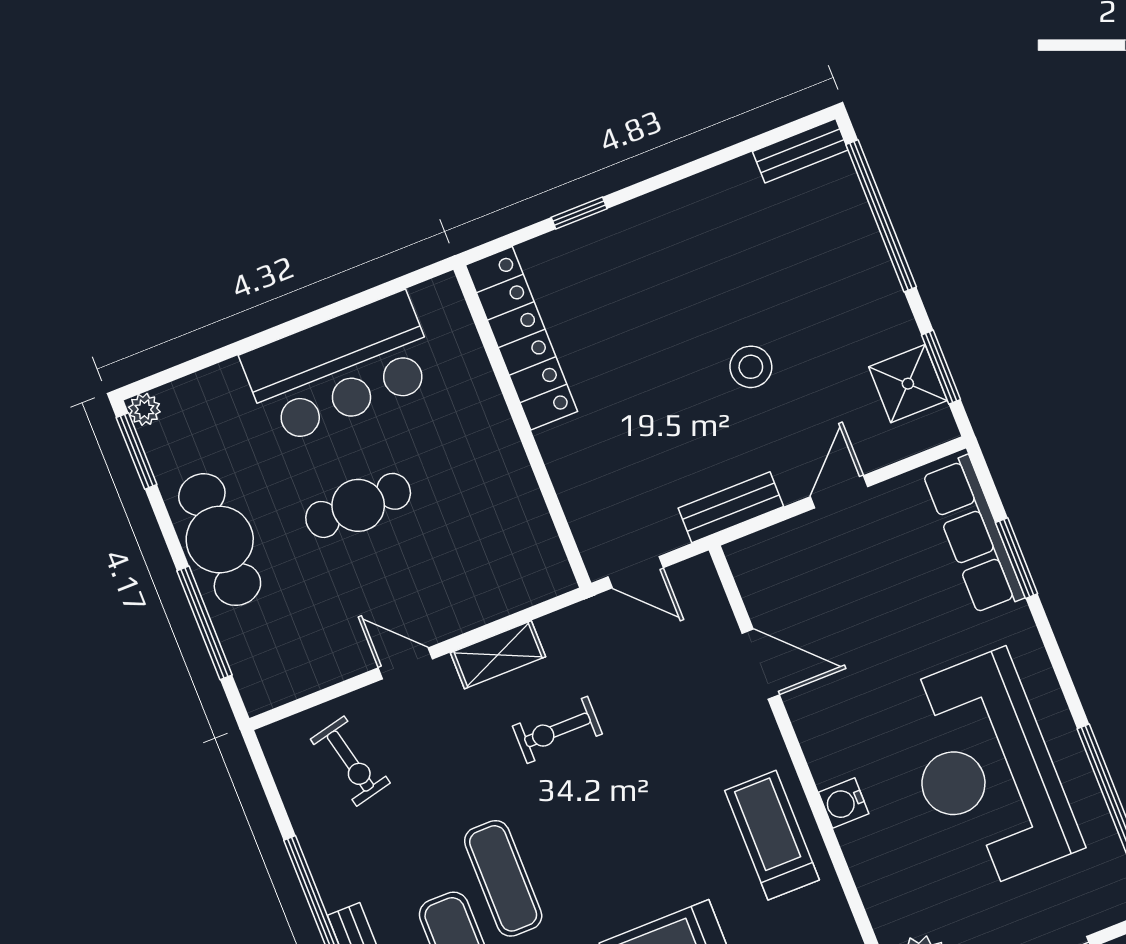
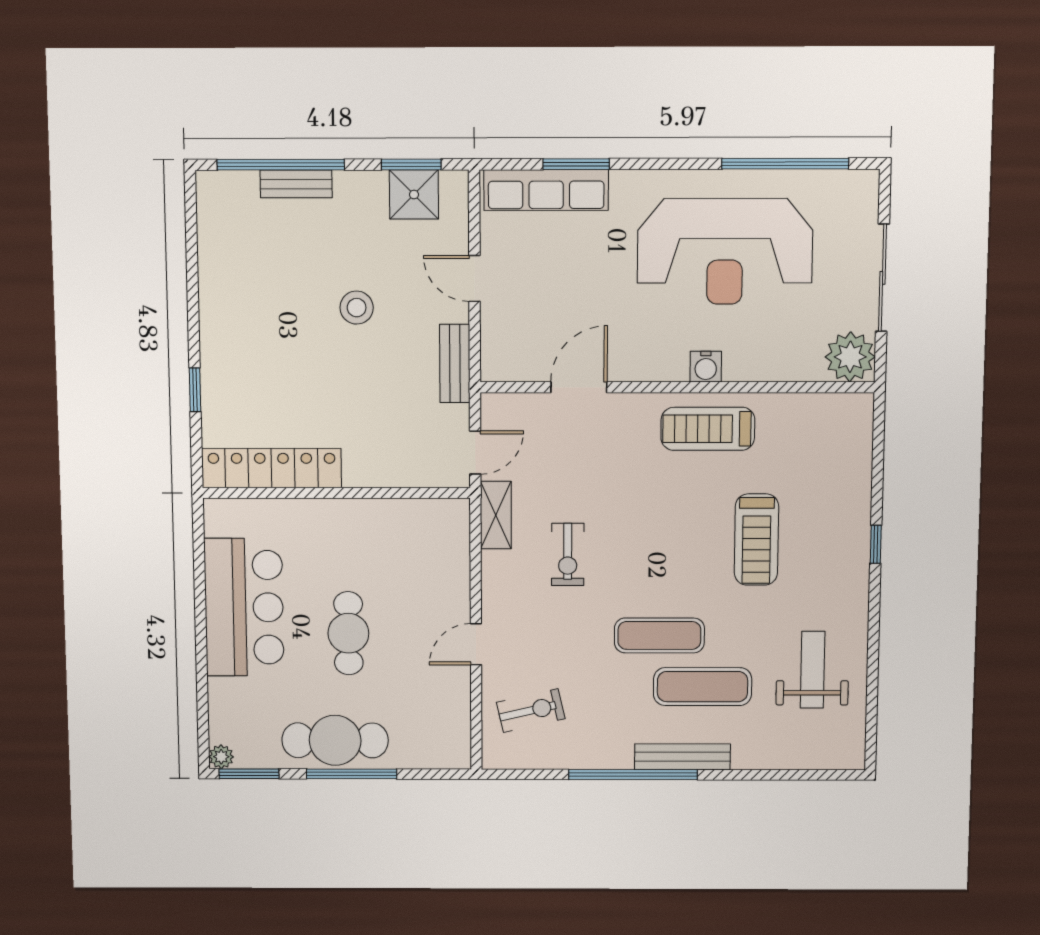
bench: (800, 151) -> (296, 184), moved, turned 90
window: (205, 623) -> (352, 774), moved
shelving: (498, 655) -> (496, 515), moved

